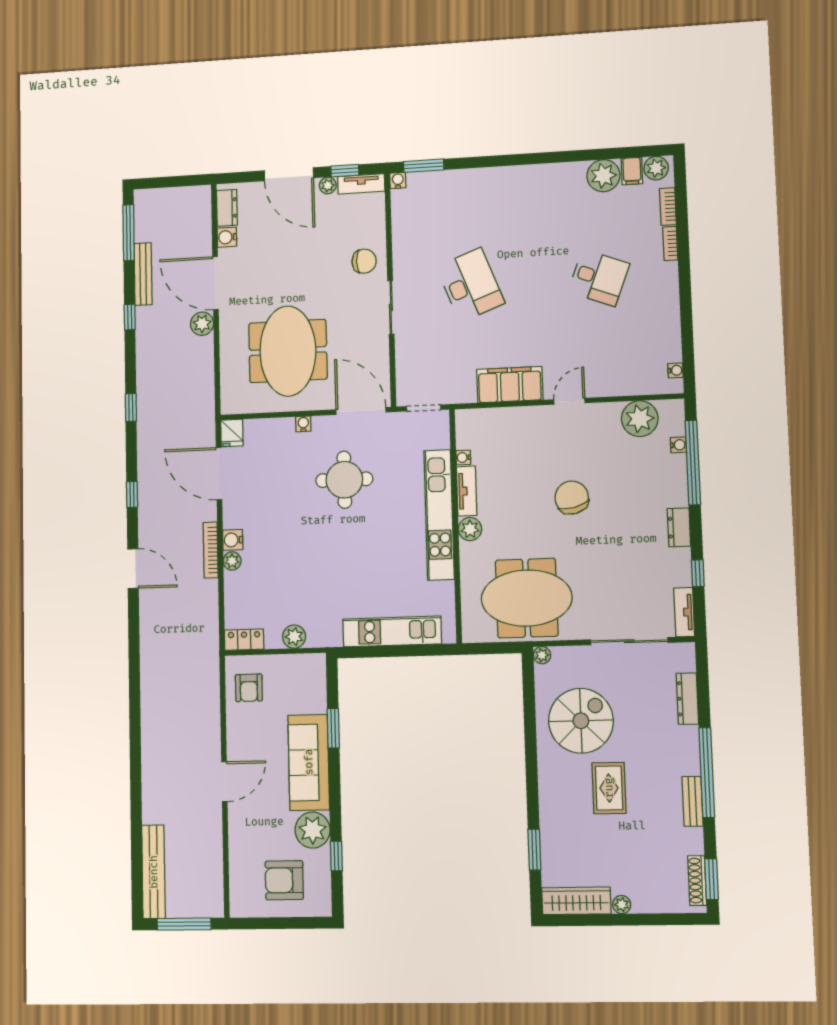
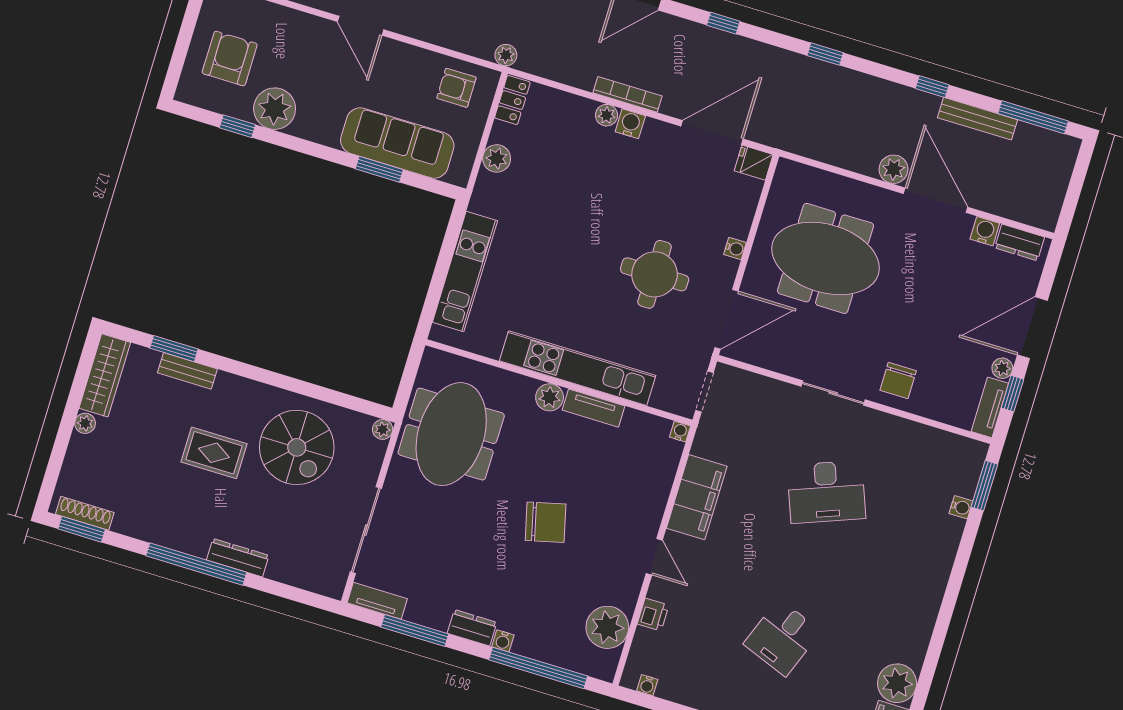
water cooler: (398, 180) -> (961, 507), moved
door: (216, 283) -> (936, 200), hinge flipped
printer: (616, 386) -> (653, 615), added
water cooler: (678, 445) -> (503, 641), moved
water cooler: (463, 458) -> (680, 432), moved
window: (698, 573) -> (415, 630), width x2.17
plant: (211, 657) -> (506, 55), added
dresser: (687, 699) -> (238, 558), moved
sofa: (309, 762) -> (397, 143), moved
bench: (693, 801) -> (187, 371), moved

